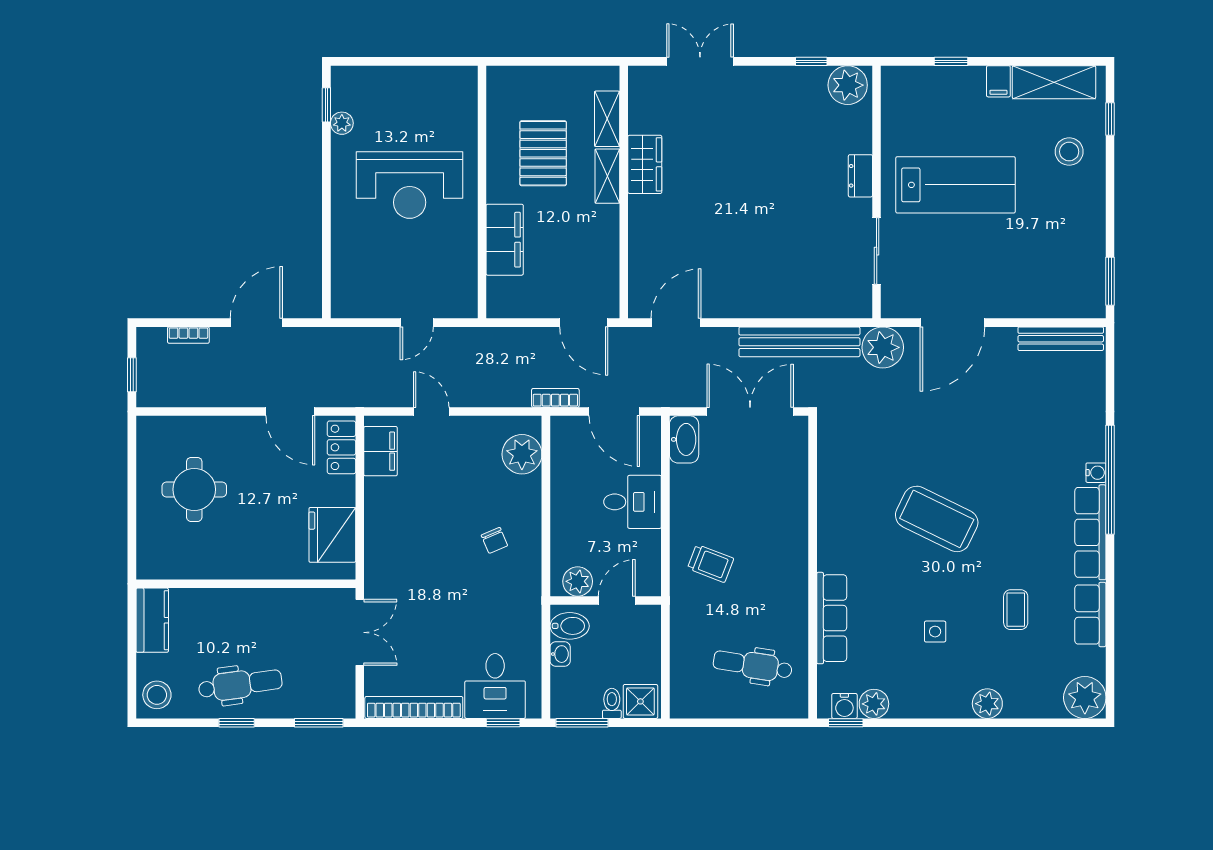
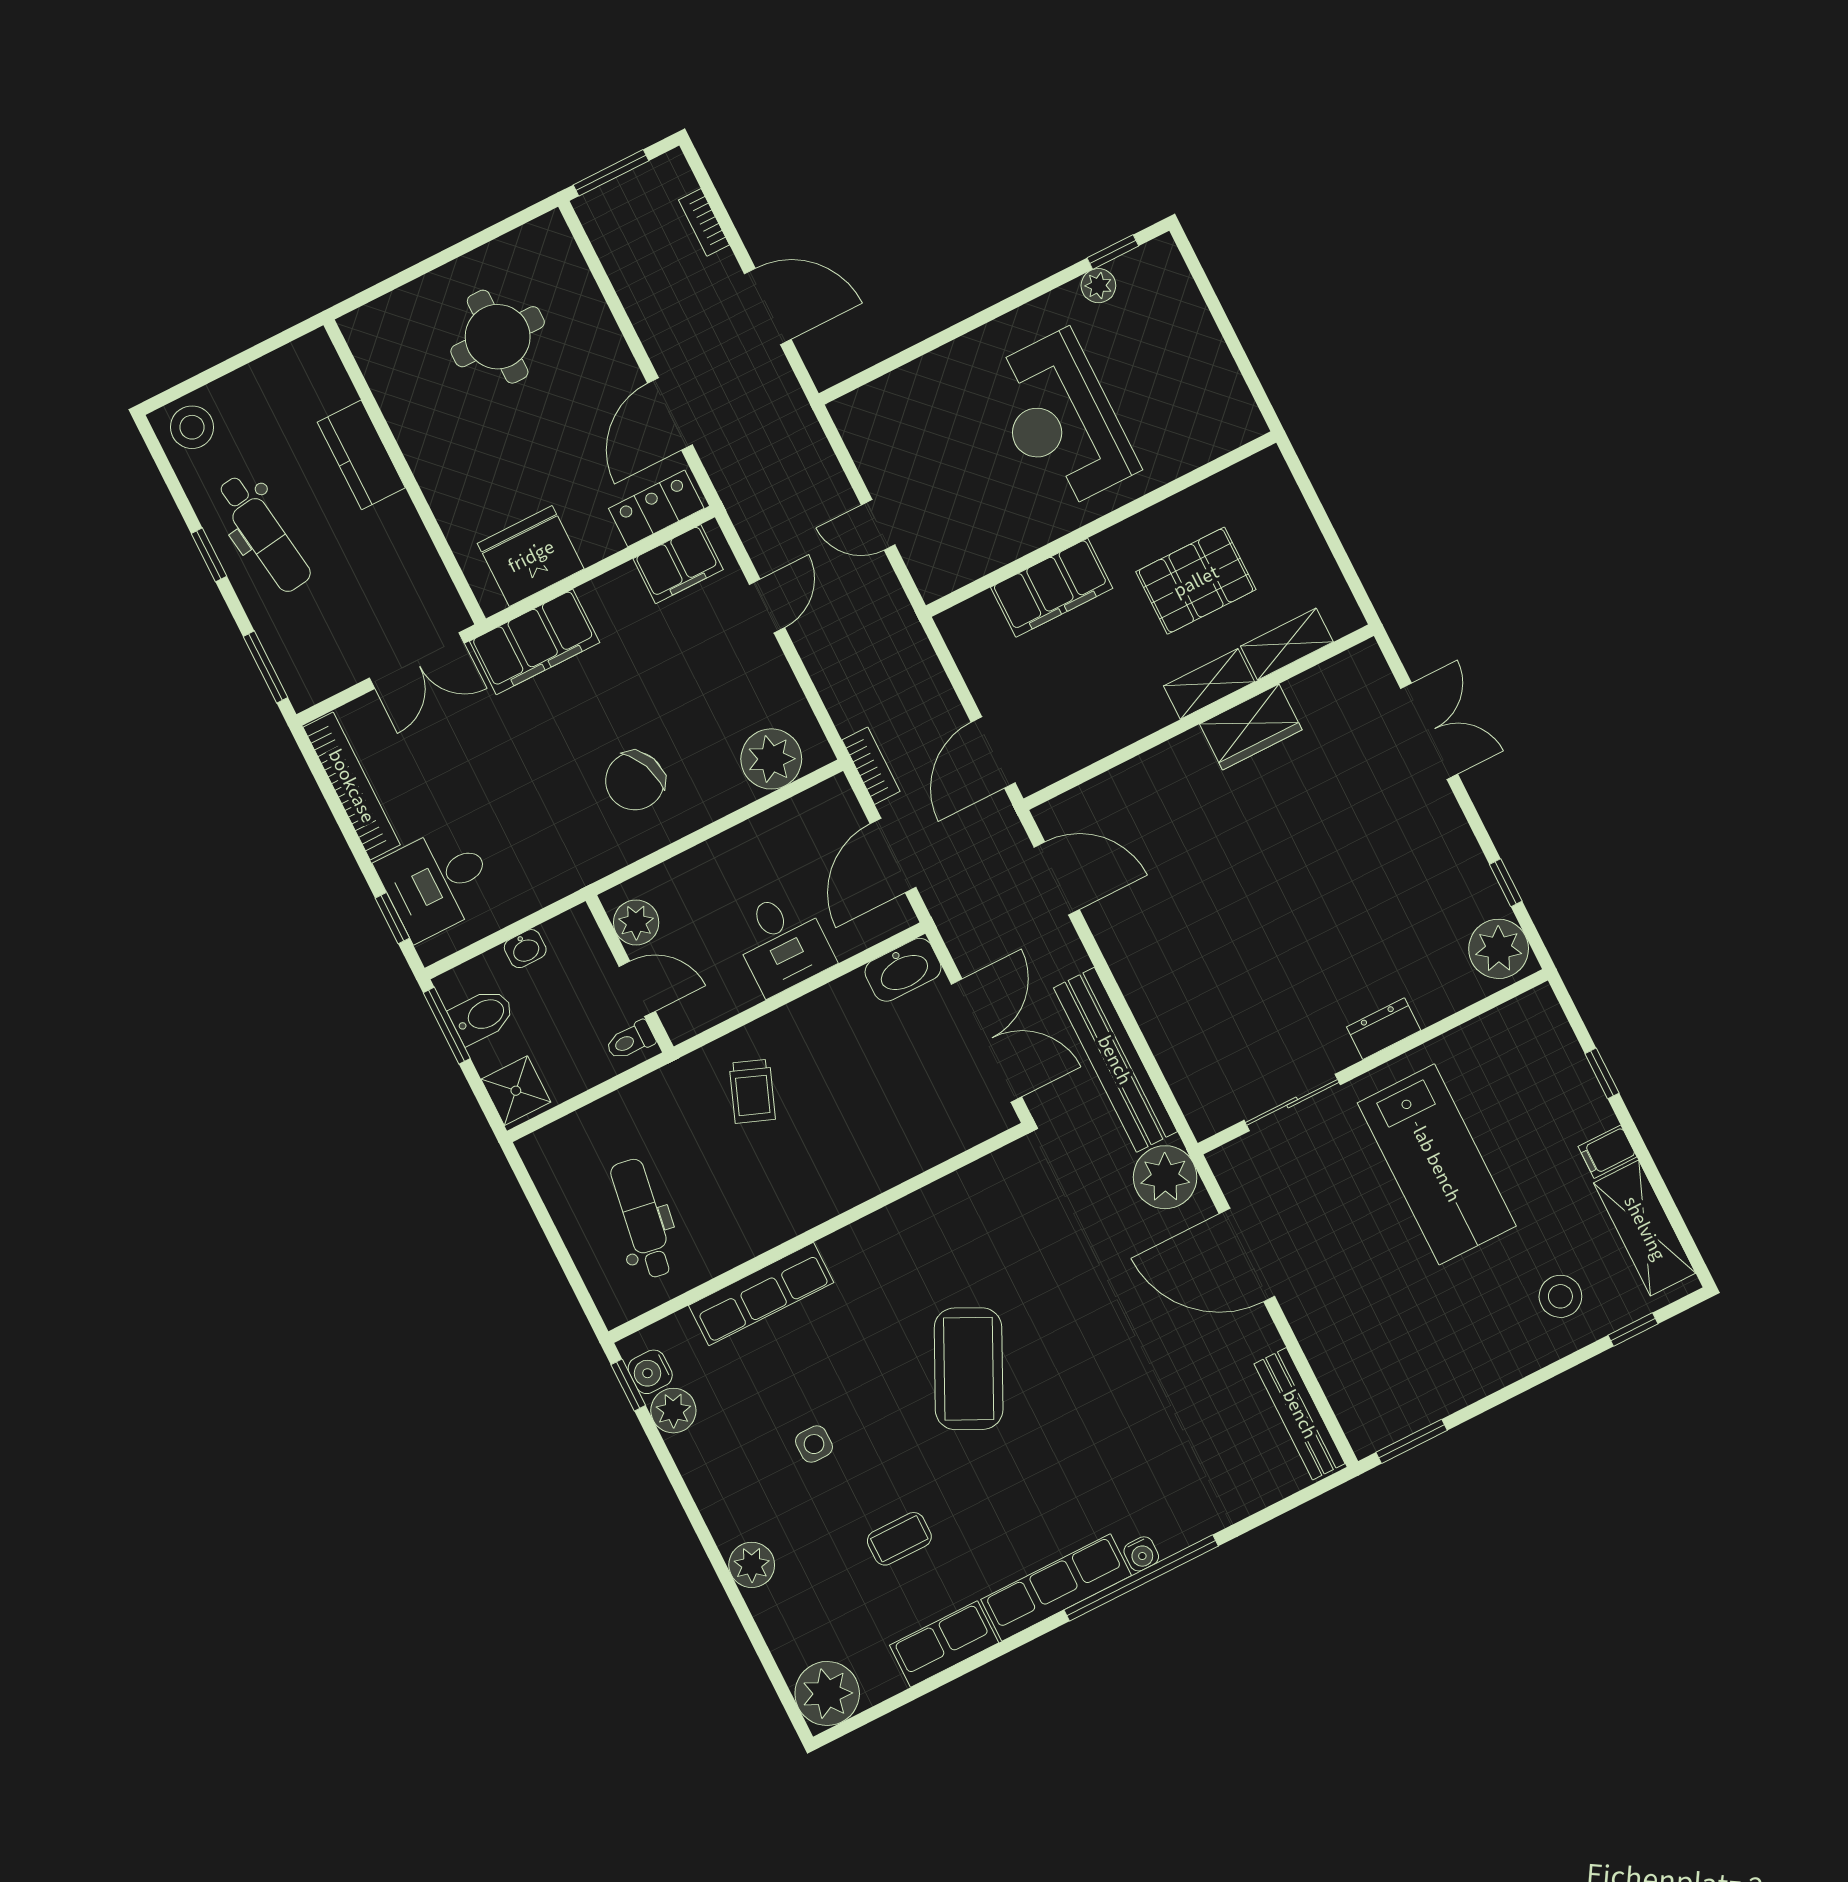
window: (132, 375) -> (611, 173), width x1.50
chair: (494, 540) -> (635, 781), width x1.87, depth x1.87
filing cabinet: (384, 558) -> (535, 642), added
kitchen counter: (152, 620) -> (361, 455), moved, turned 90
bidet: (570, 626) -> (482, 1016), moved, turned -90
toilet: (612, 703) -> (630, 1041), moved, turned 180

